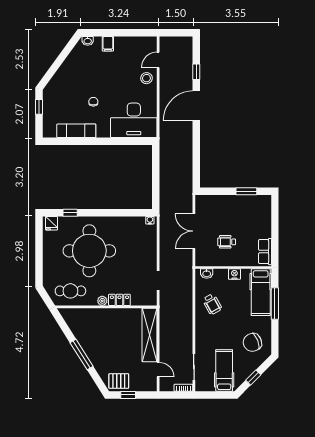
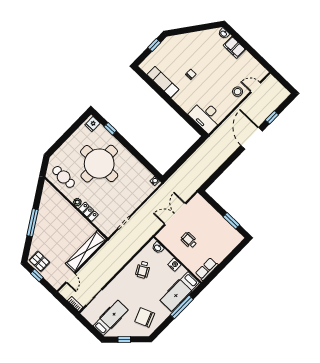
filing cabinet: (108, 44) -> (234, 47), width x2.00
door: (196, 106) -> (252, 138), hinge flipped
desk: (134, 120) -> (206, 116), width x0.73, depth x0.77

